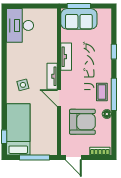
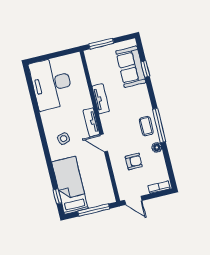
sofa: (79, 19) -> (131, 67), moved, turned 90
desk: (20, 25) -> (51, 84), width x1.36, depth x1.30
window: (114, 52) -> (145, 69), moved
armchair: (82, 122) -> (134, 161), width x0.53, depth x0.53

